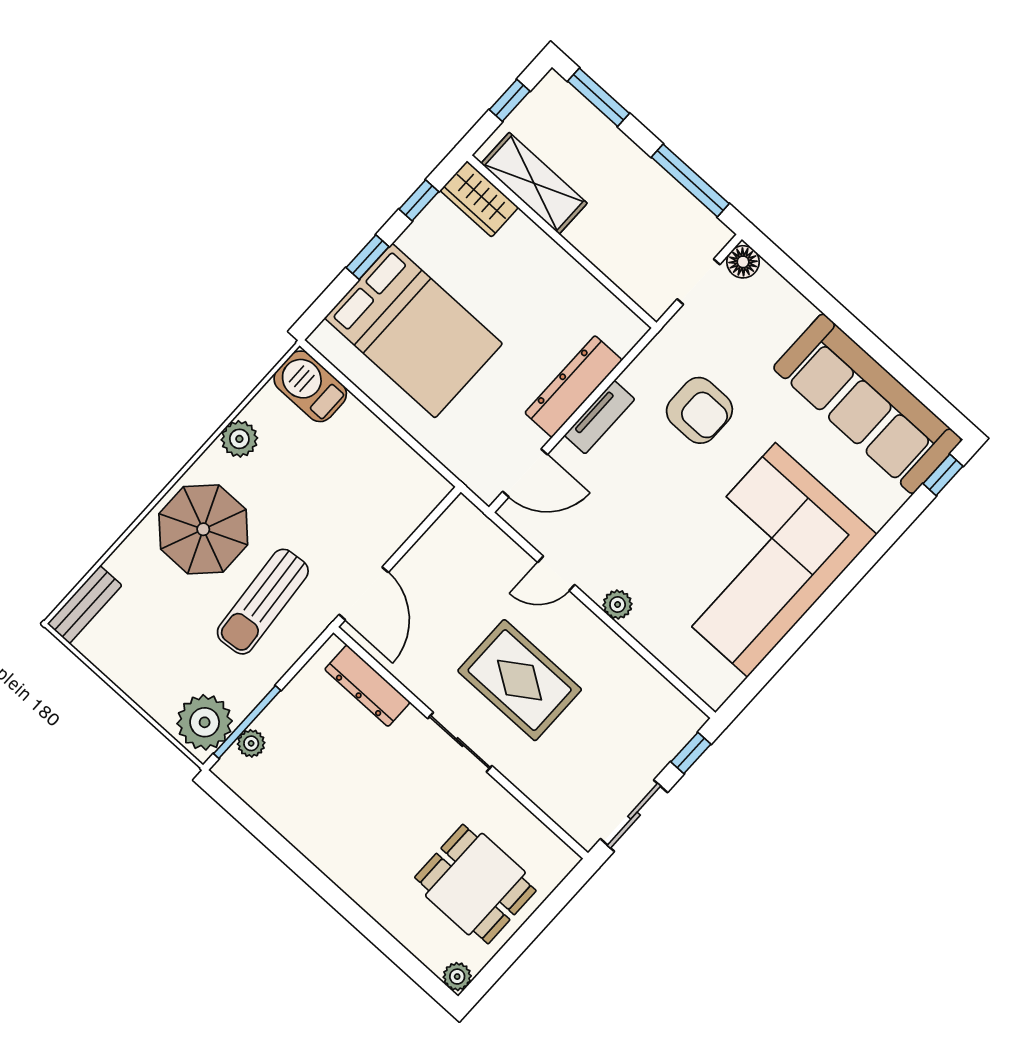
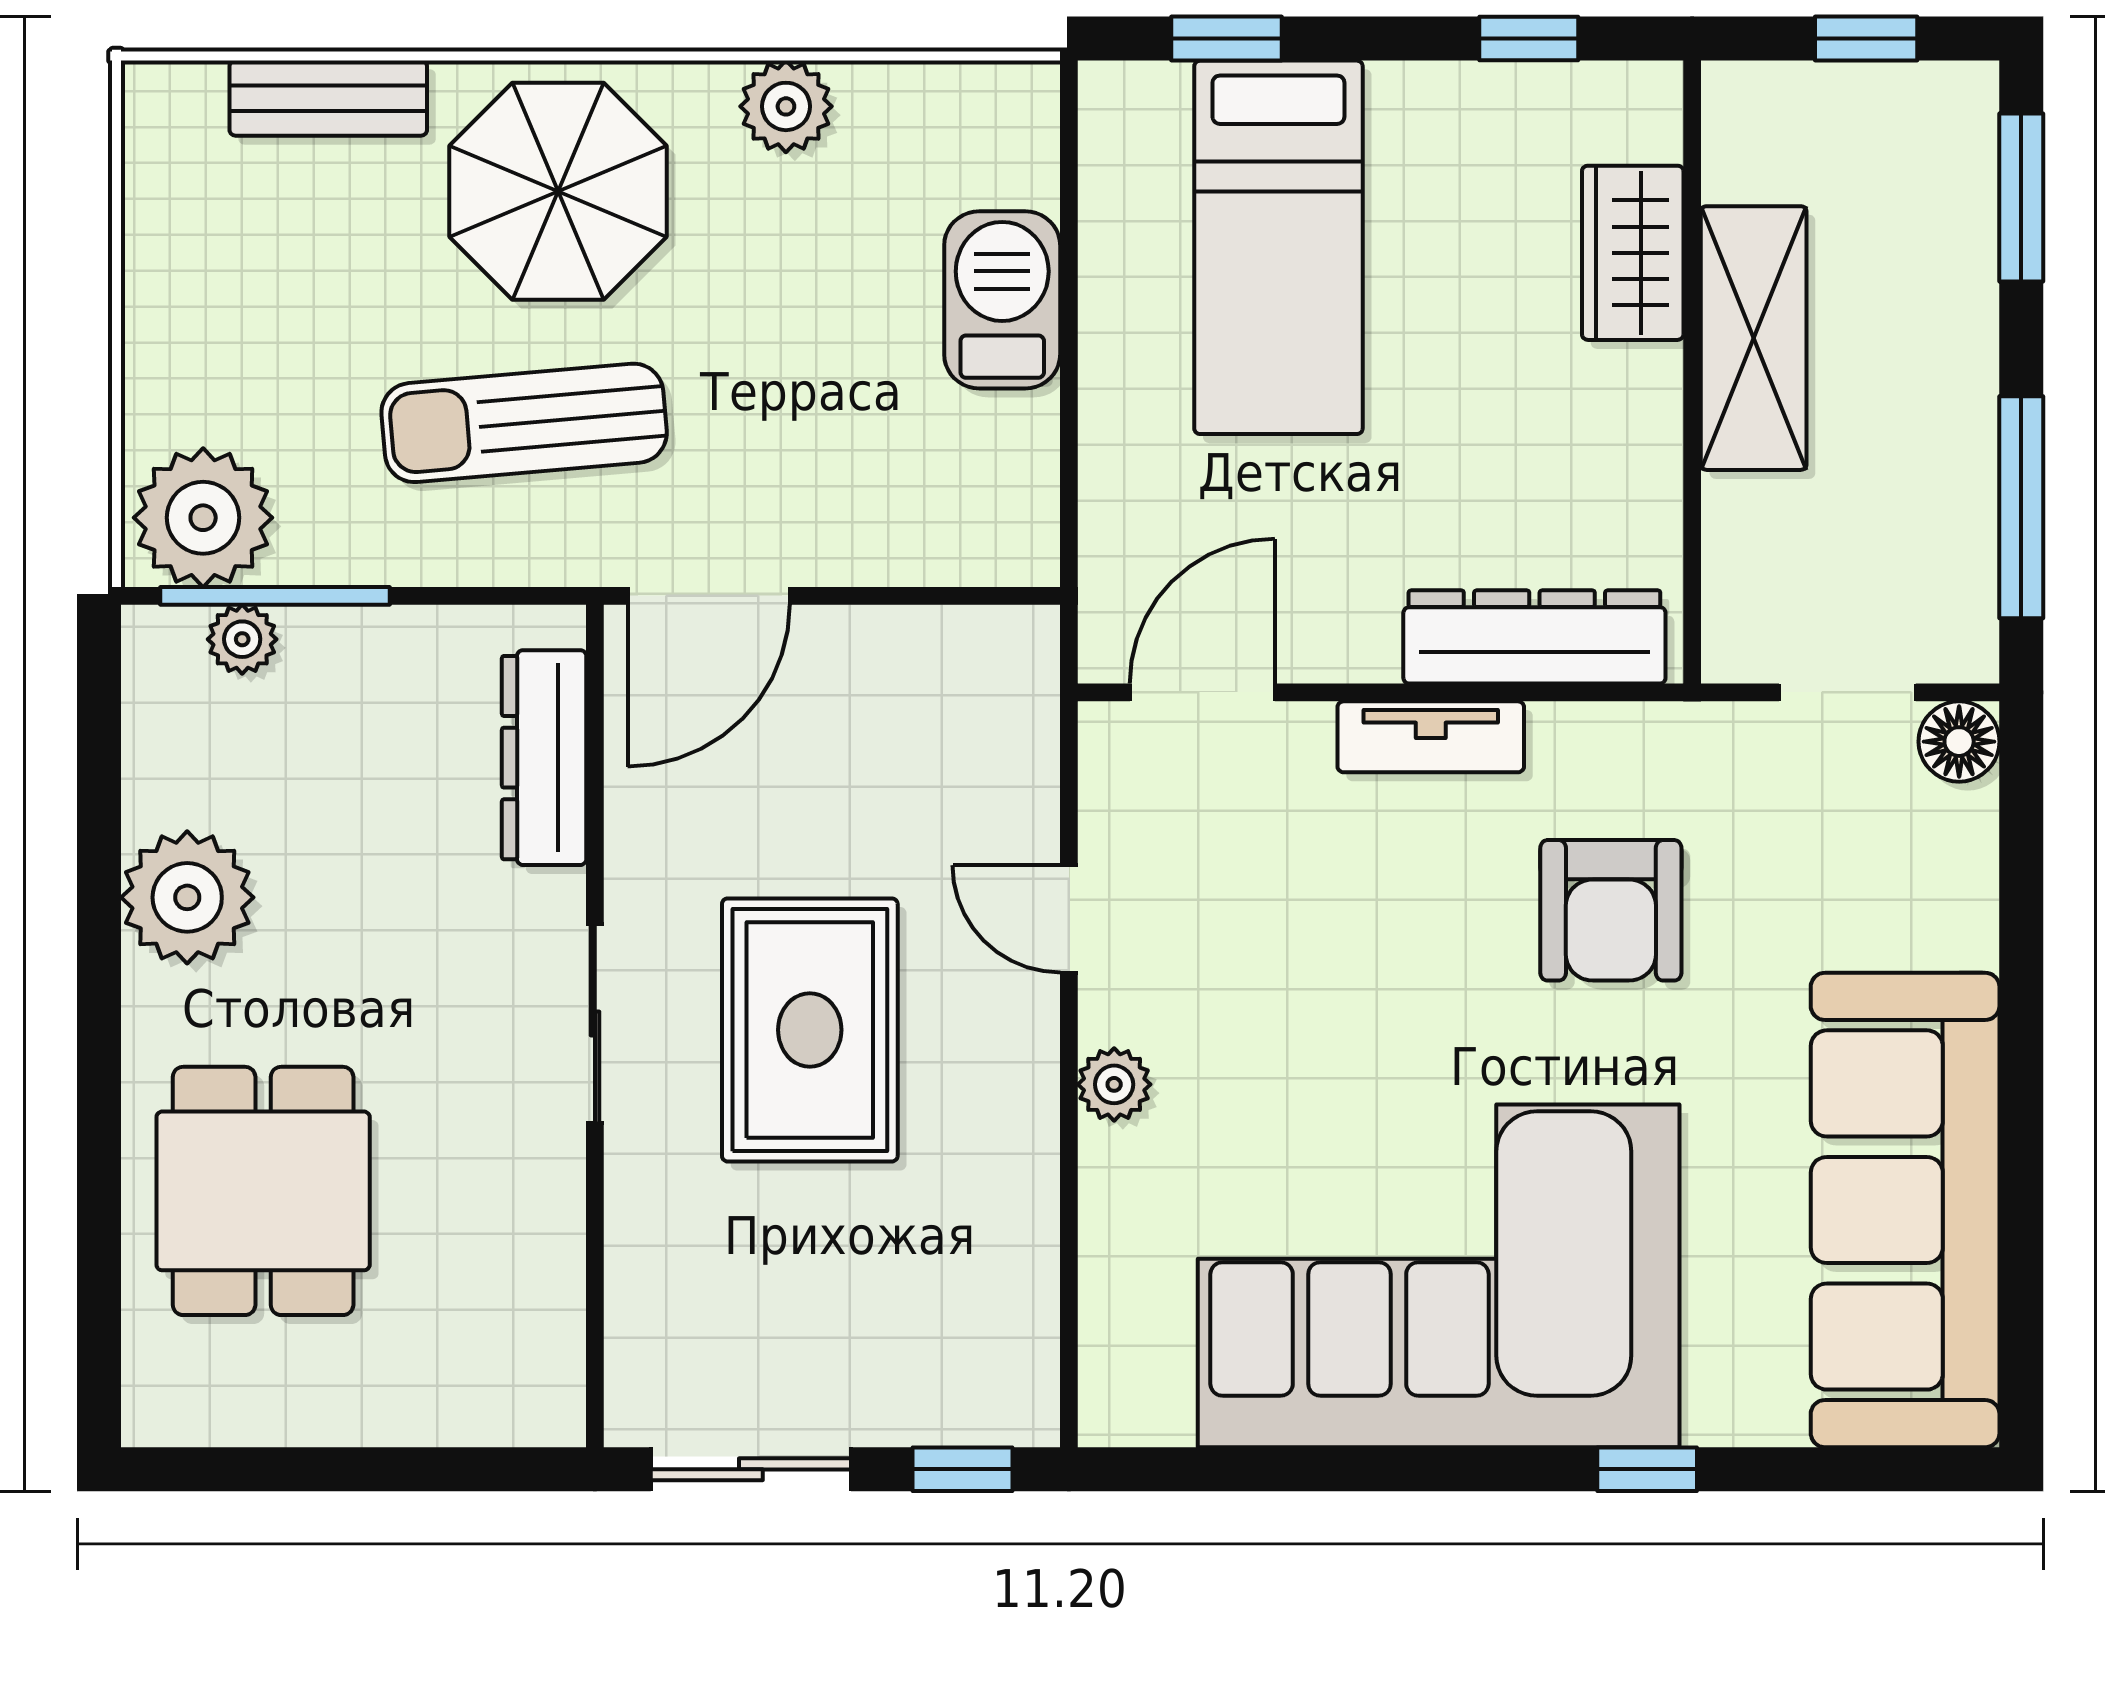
shelving: (534, 183) -> (1754, 338), moved
wardrobe: (479, 199) -> (1633, 253), moved
window: (367, 257) -> (1227, 39), moved
bed: (414, 331) -> (1278, 247), width x0.67
barbecue: (310, 386) -> (1002, 300), moved
dresser: (573, 387) -> (1534, 637), moved
door: (525, 473) -> (1202, 692), swing flipped
window: (943, 475) -> (1647, 1469), moved
bench: (85, 605) -> (328, 98), moved
dining table: (475, 884) -> (263, 1191), moved
plant: (457, 977) -> (187, 897), moved, width x1.88, depth x1.88

